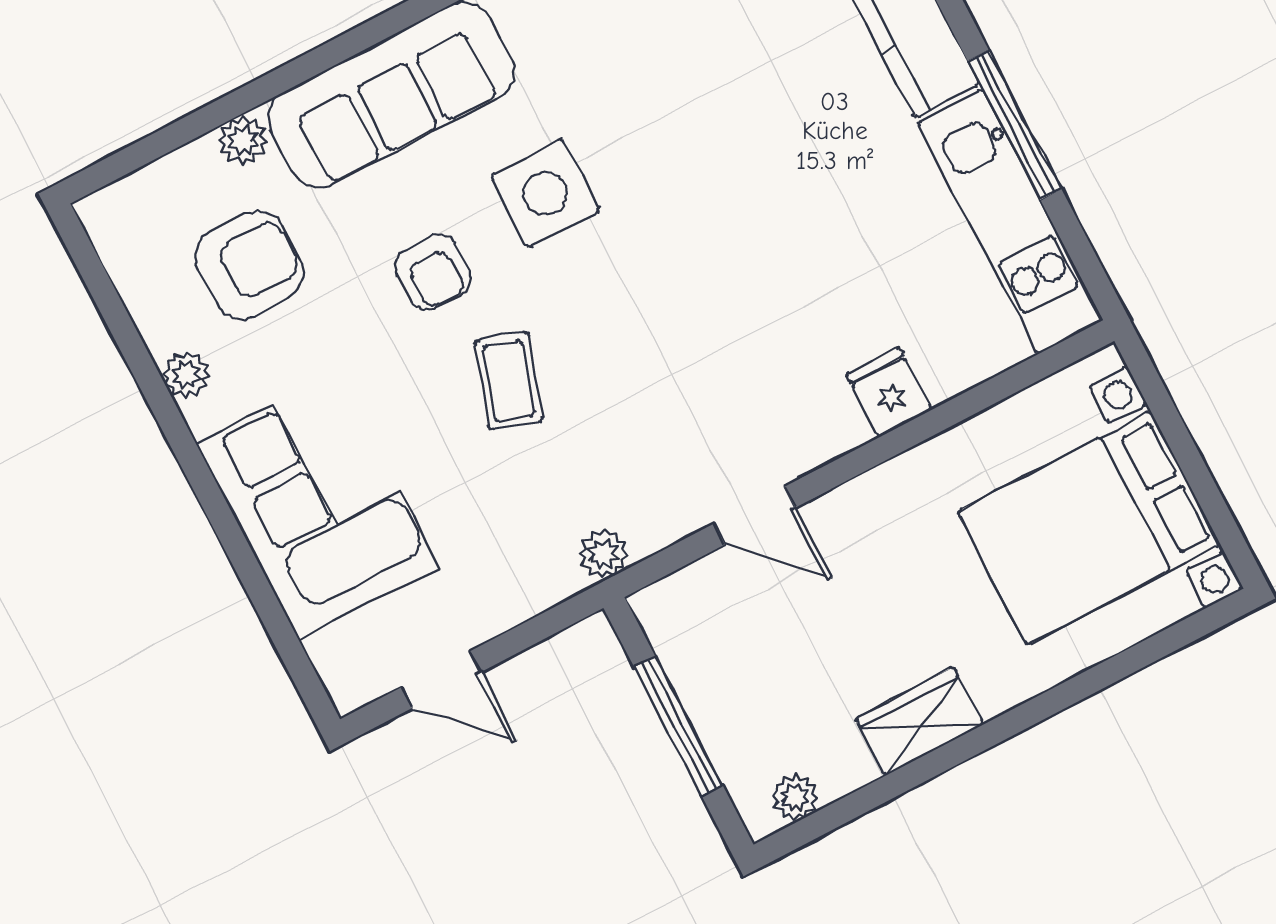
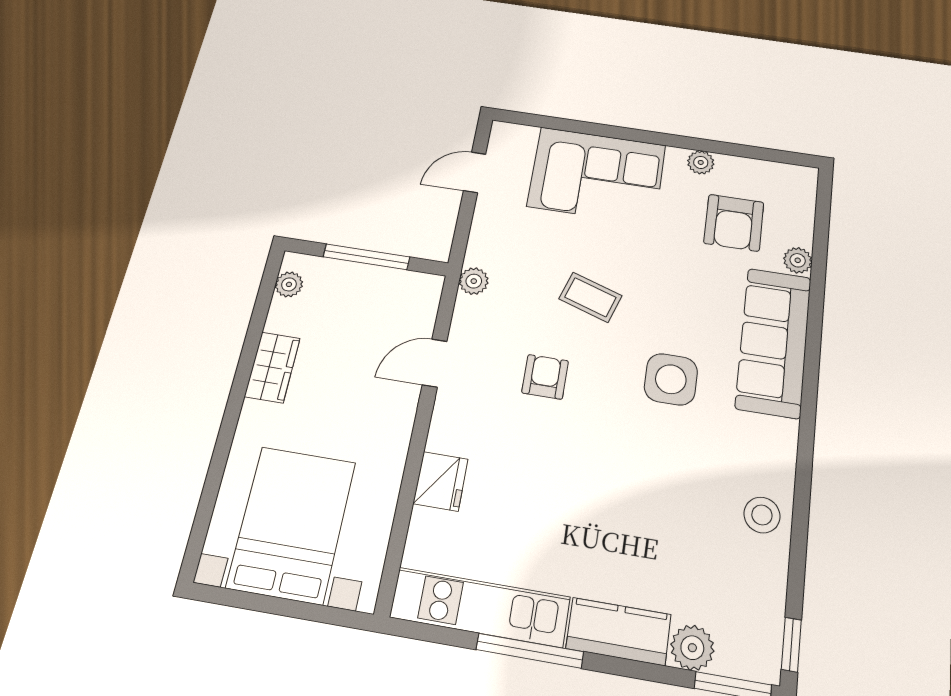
armchair: (433, 272) -> (545, 377), moved, turned 90
fridge: (889, 392) -> (441, 481), width x1.38

